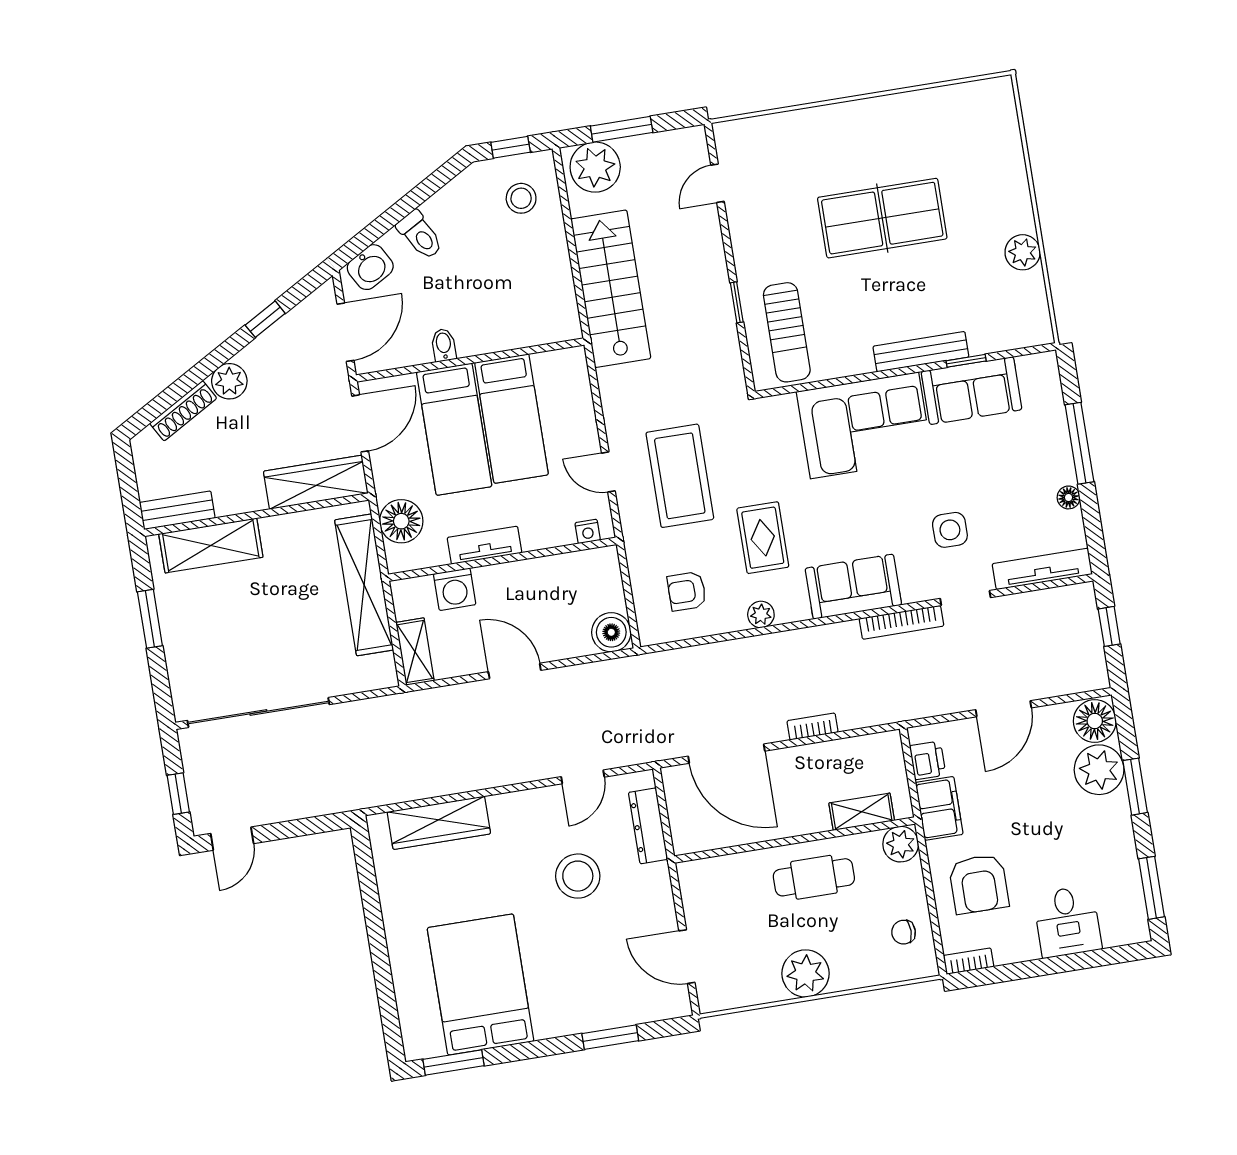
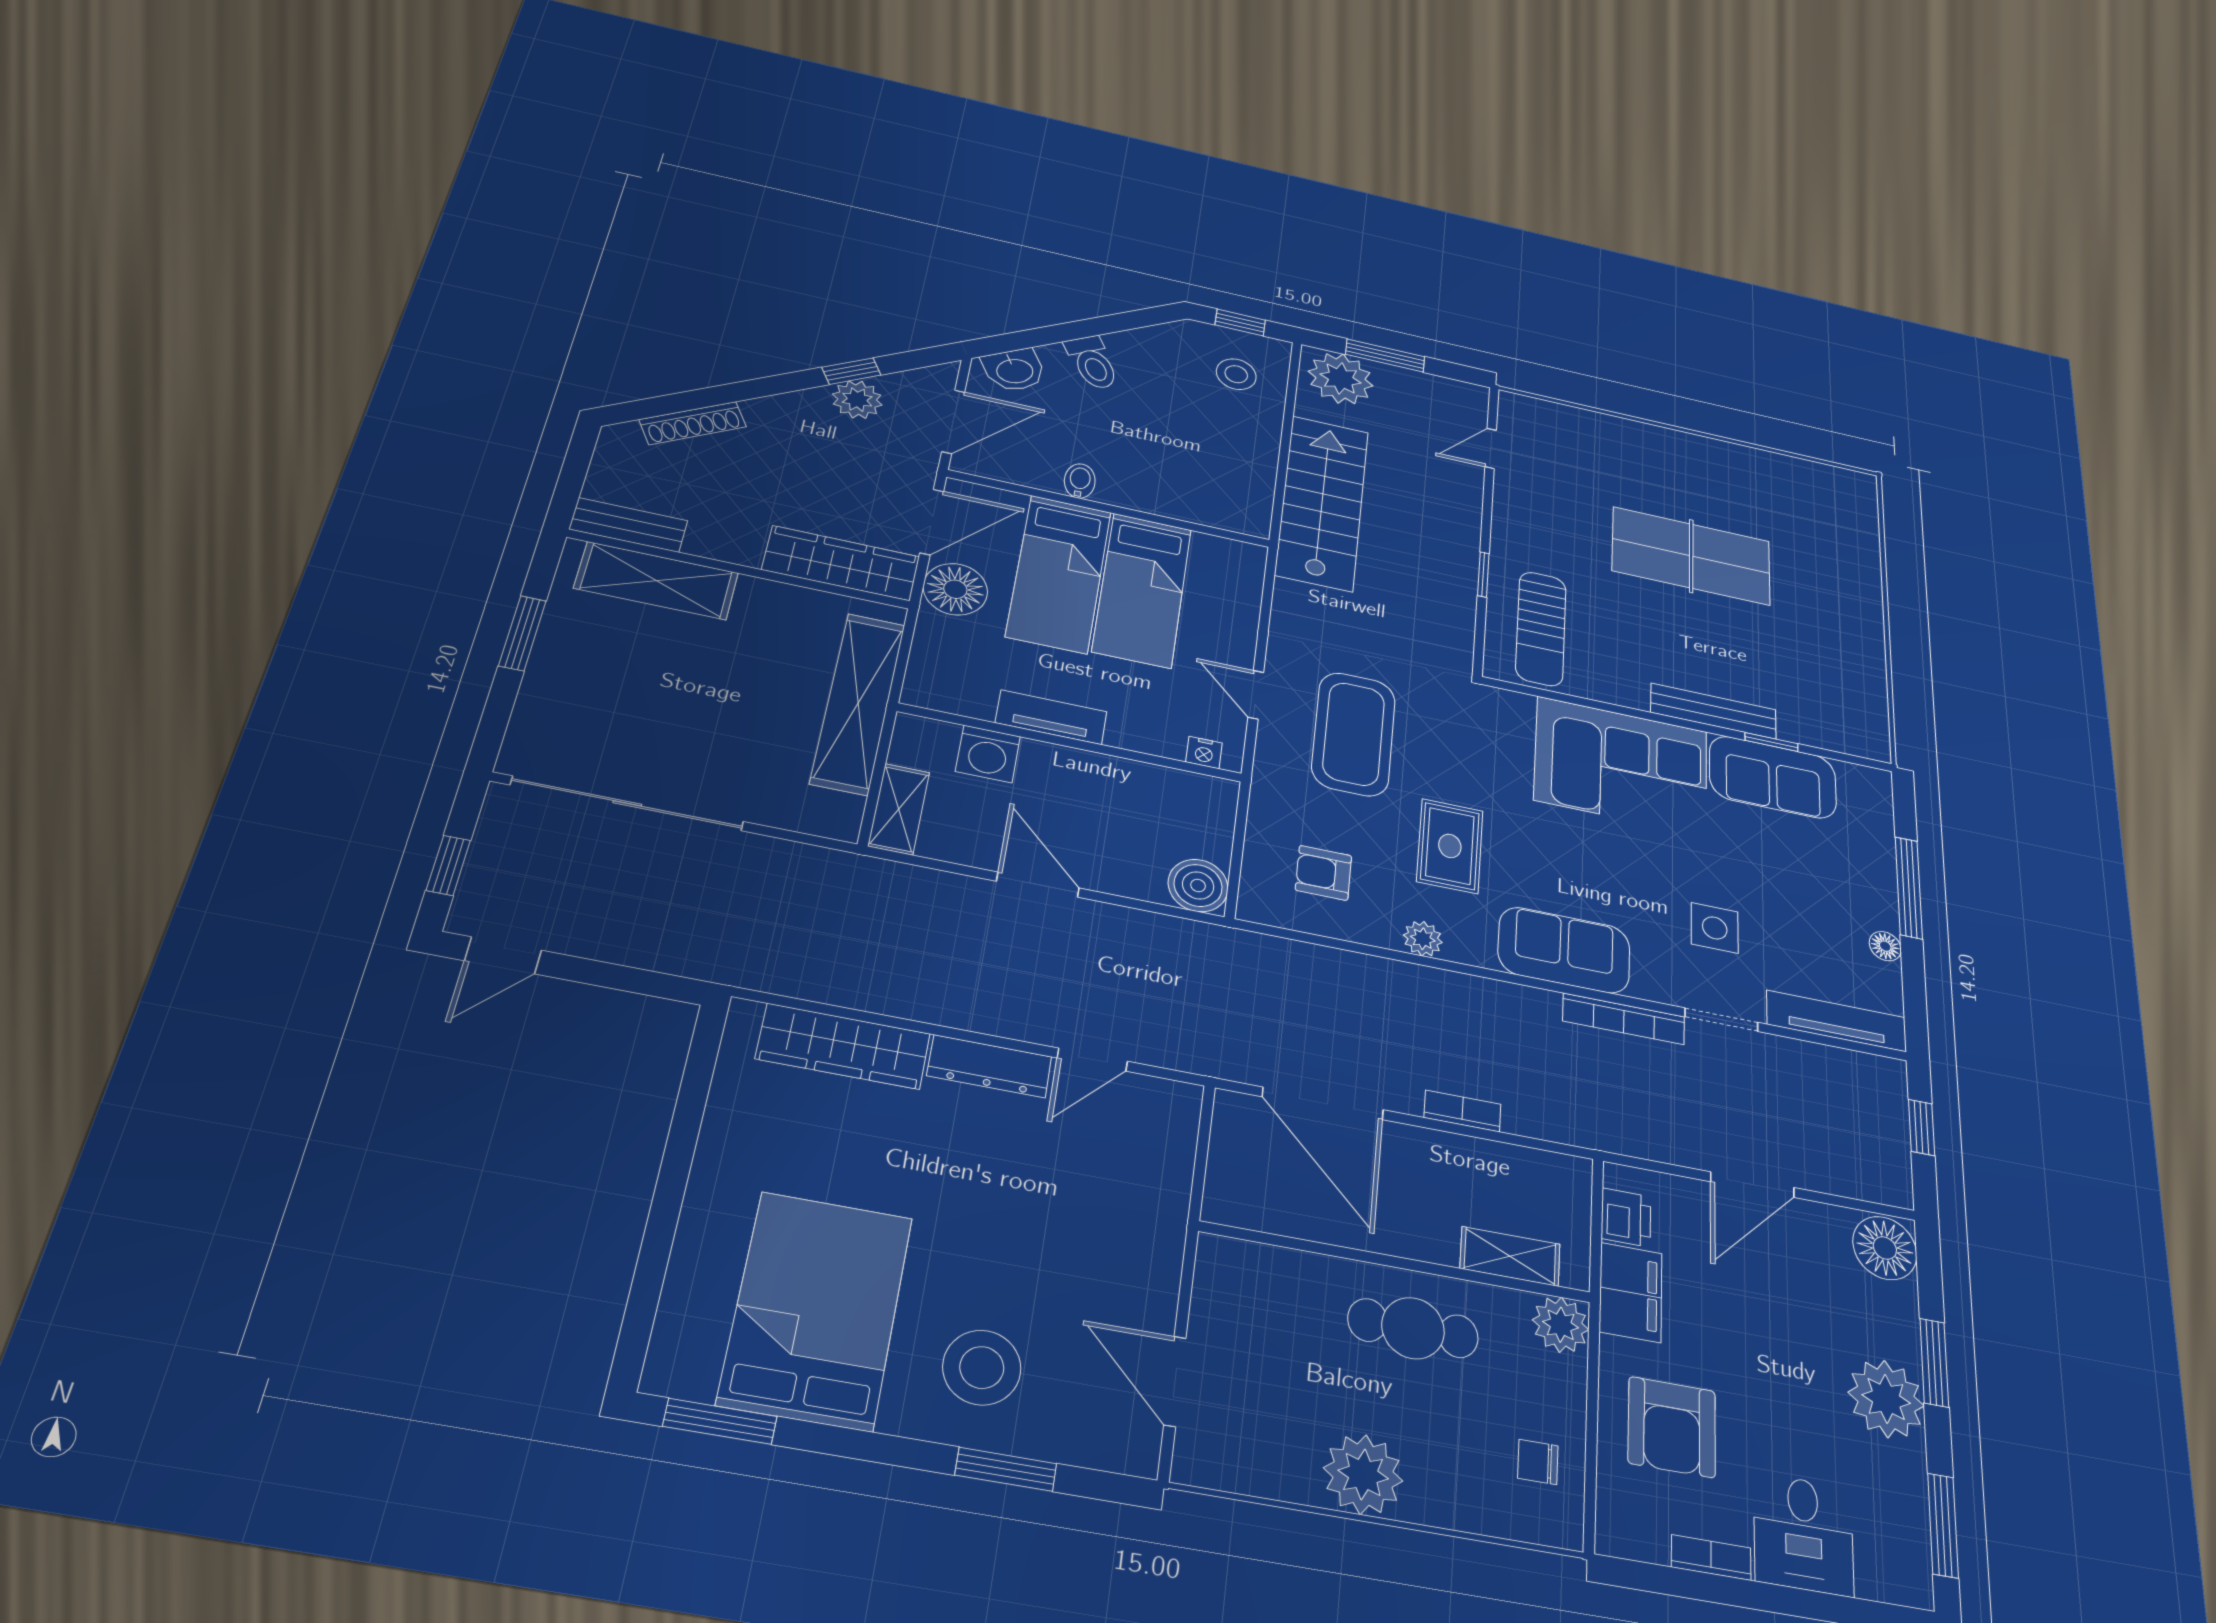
plant: (1023, 252) -> (1864, 653), removed
plant: (229, 381) -> (857, 400), moved
floor lamp: (401, 521) -> (955, 589), moved
plant: (1099, 770) -> (1886, 1399), moved
dresser: (648, 826) -> (989, 1066), moved, turned -90
stool: (578, 876) -> (982, 1367), moved
bookcase: (969, 961) -> (1711, 1557), moved

